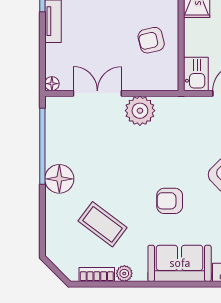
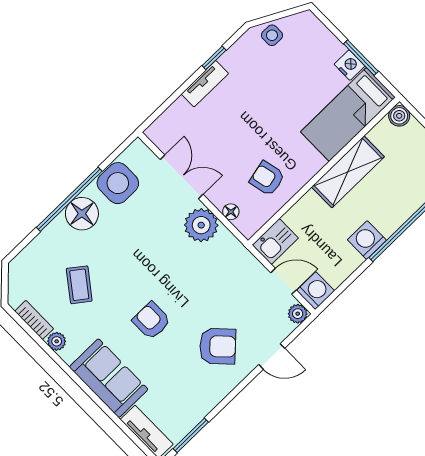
floor lamp: (52, 84) -> (231, 212), moved
side table: (62, 137) -> (118, 183), added
window: (42, 146) -> (69, 199), moved
coffee table: (102, 224) -> (79, 285), width x0.73, depth x0.77

